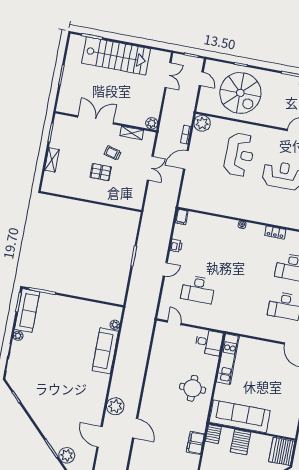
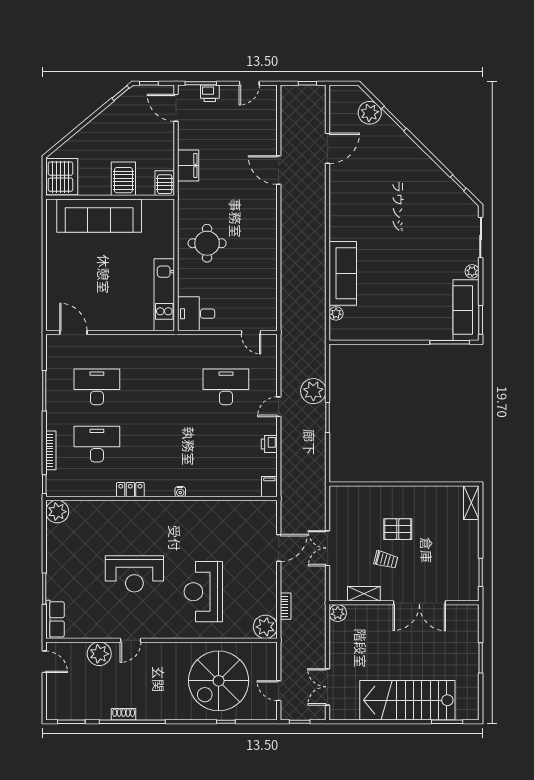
spiral stairs: (240, 93) -> (219, 681), turned -90
shelving: (52, 160) -> (471, 503), moved
door: (186, 160) -> (279, 548), moved
plant: (115, 406) -> (313, 391), moved
sofa: (240, 416) -> (99, 216), moved
door: (100, 437) -> (328, 148), hinge flipped

